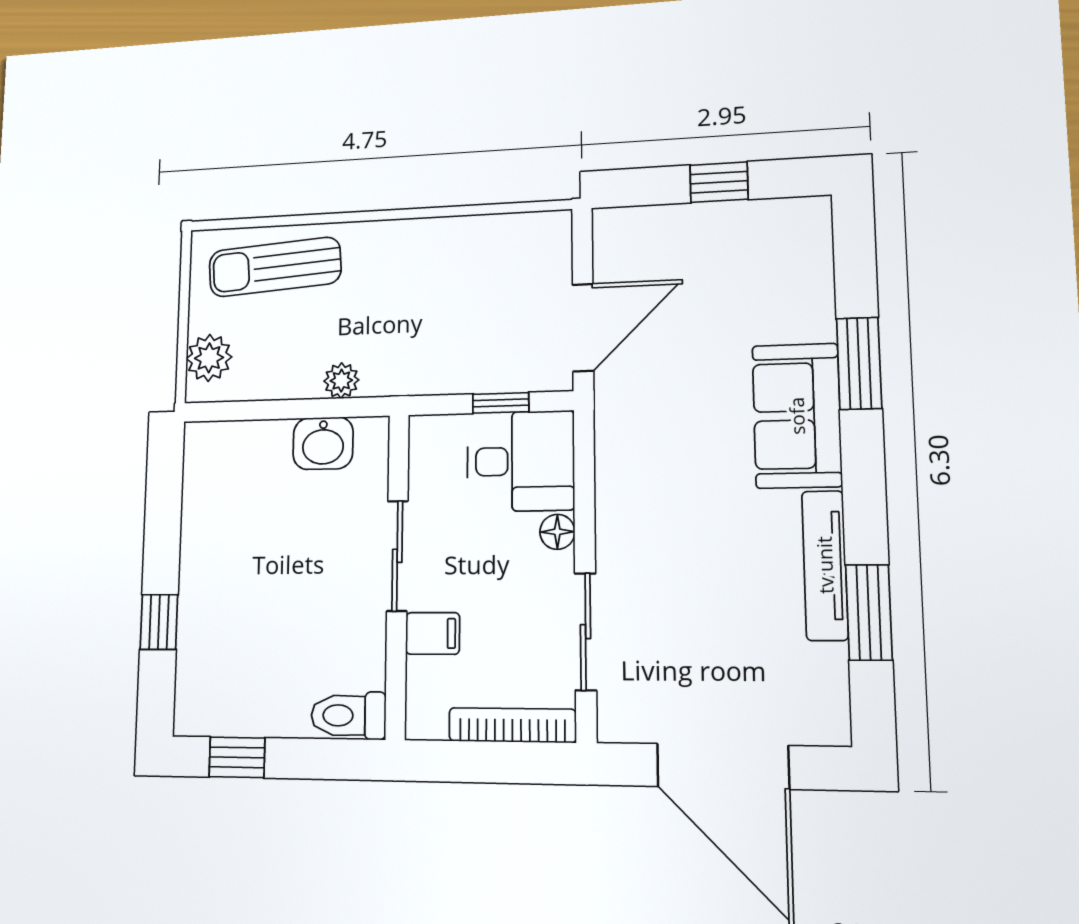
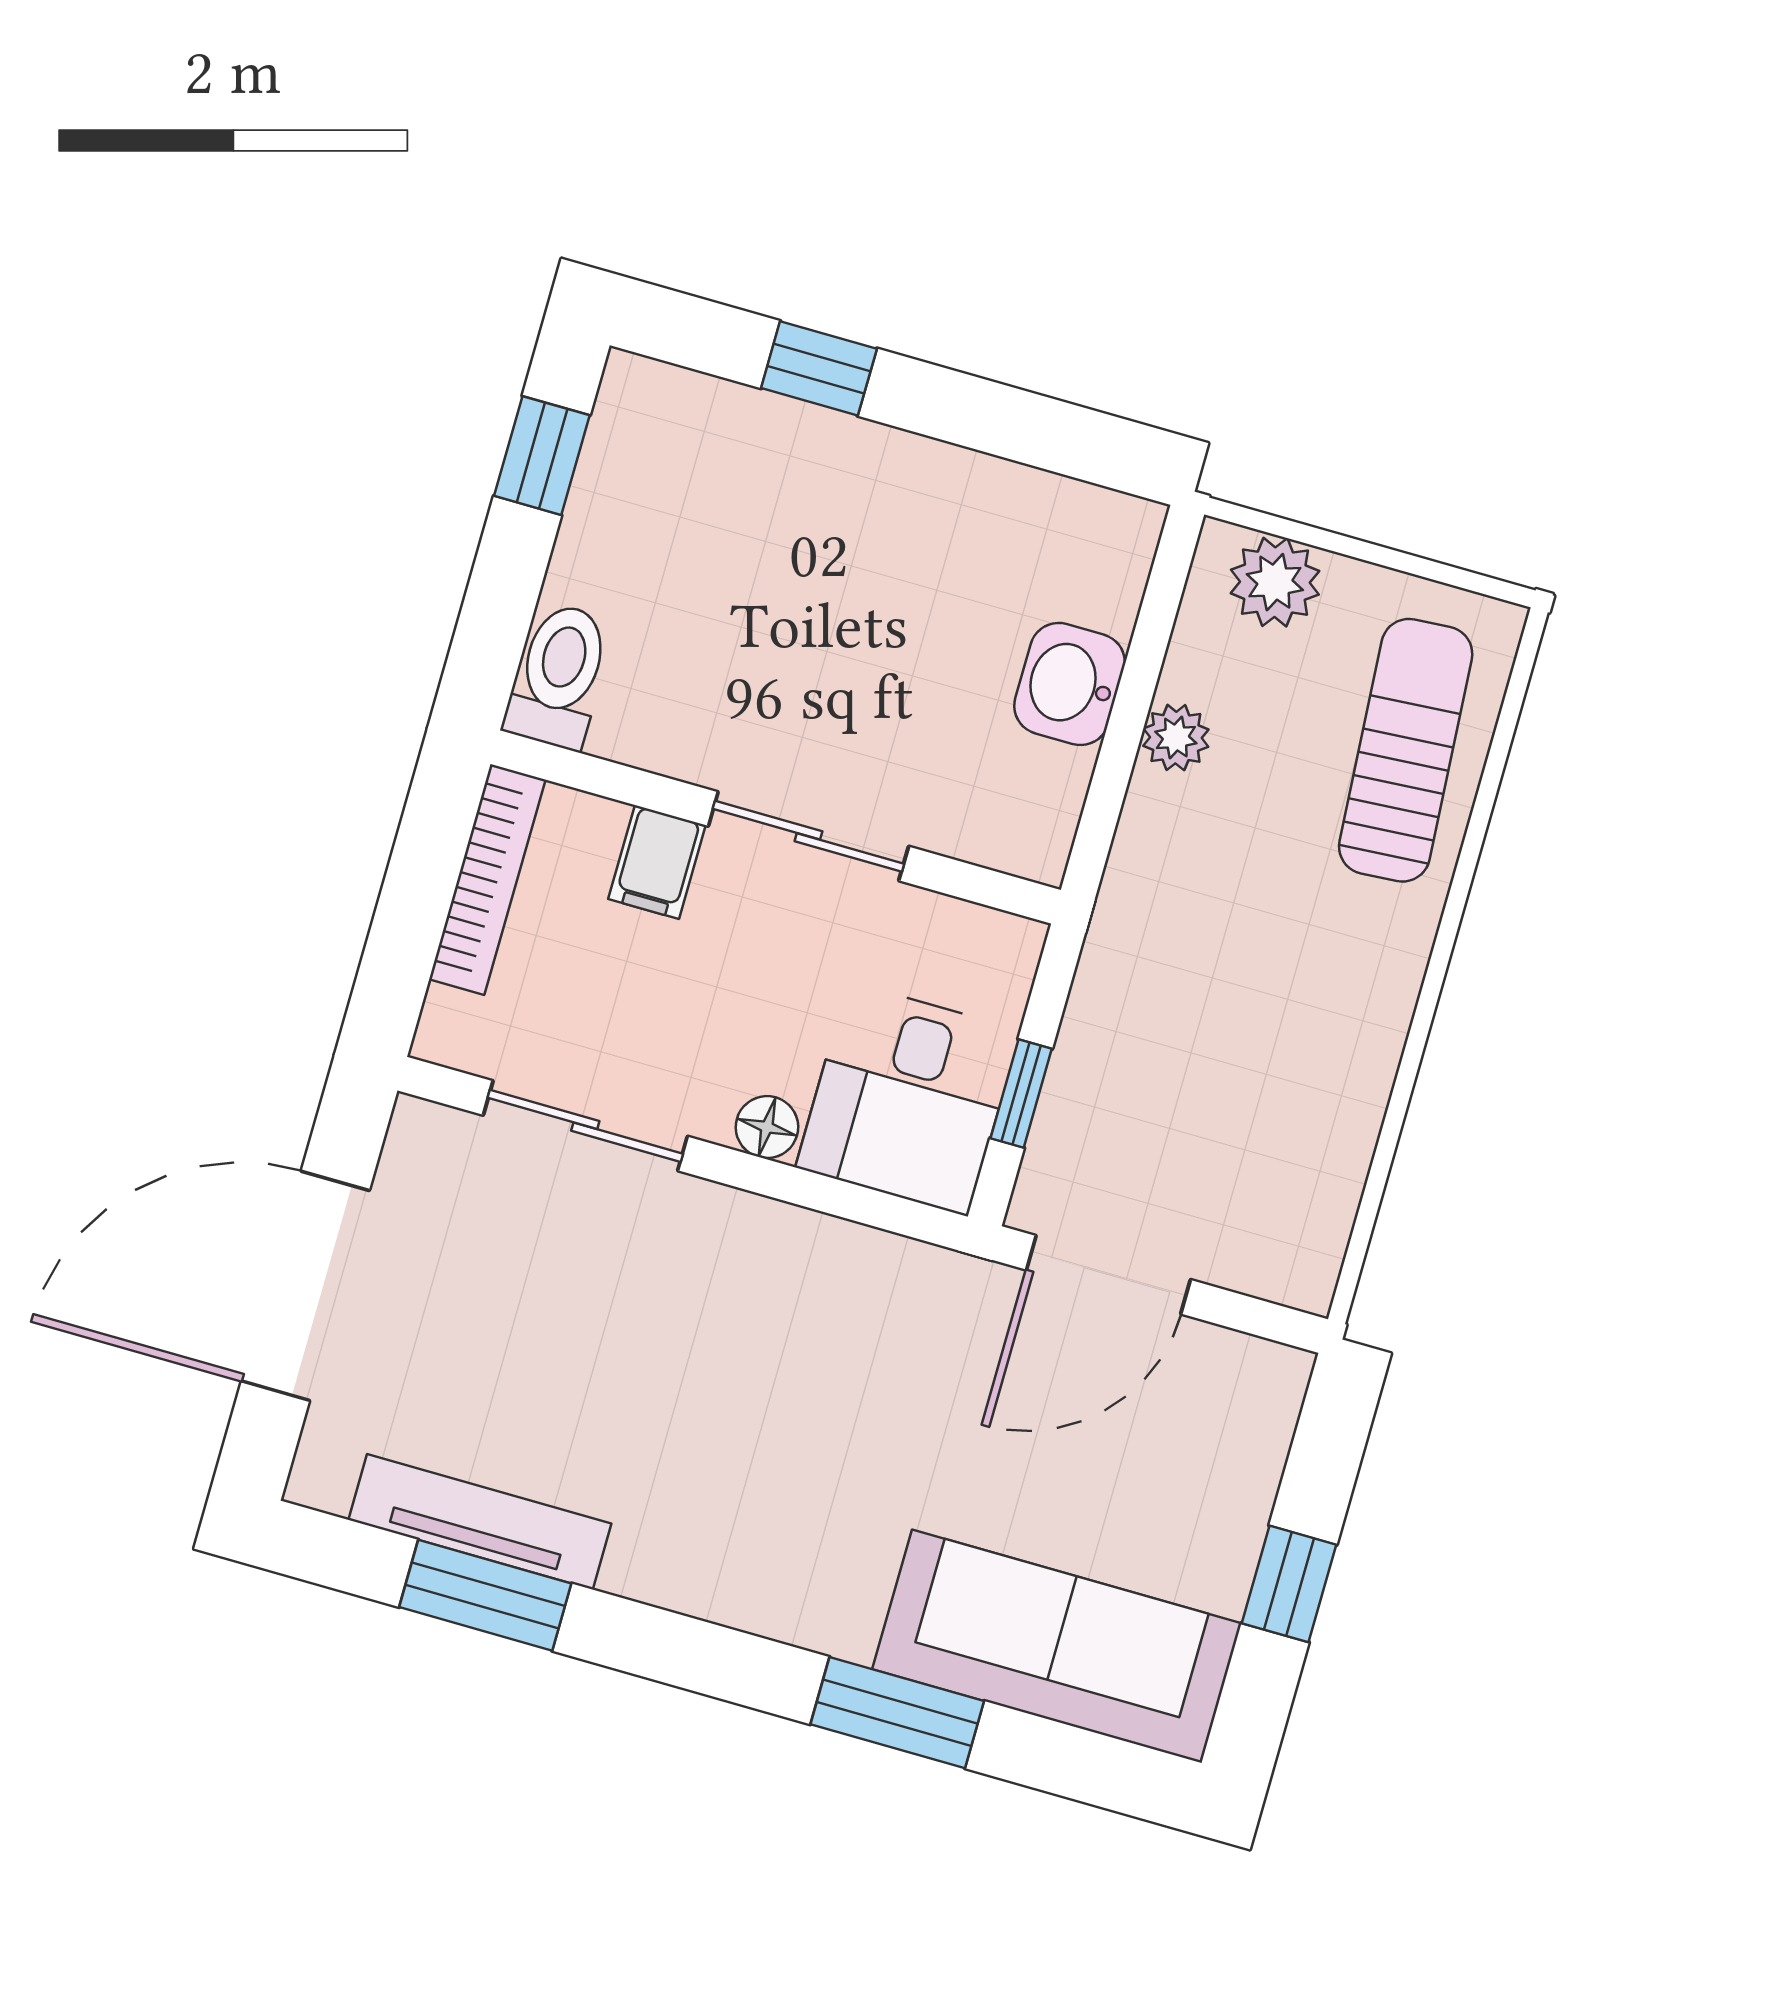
door: (583, 328) -> (1108, 1275), hinge flipped
plant: (341, 381) -> (1176, 738), moved
sofa: (797, 416) -> (1057, 1646), moved, width x1.36
washbasin: (323, 443) -> (1070, 684), moved
tv unit: (825, 565) -> (480, 1522), moved
bookcase: (512, 725) -> (487, 879), moved

